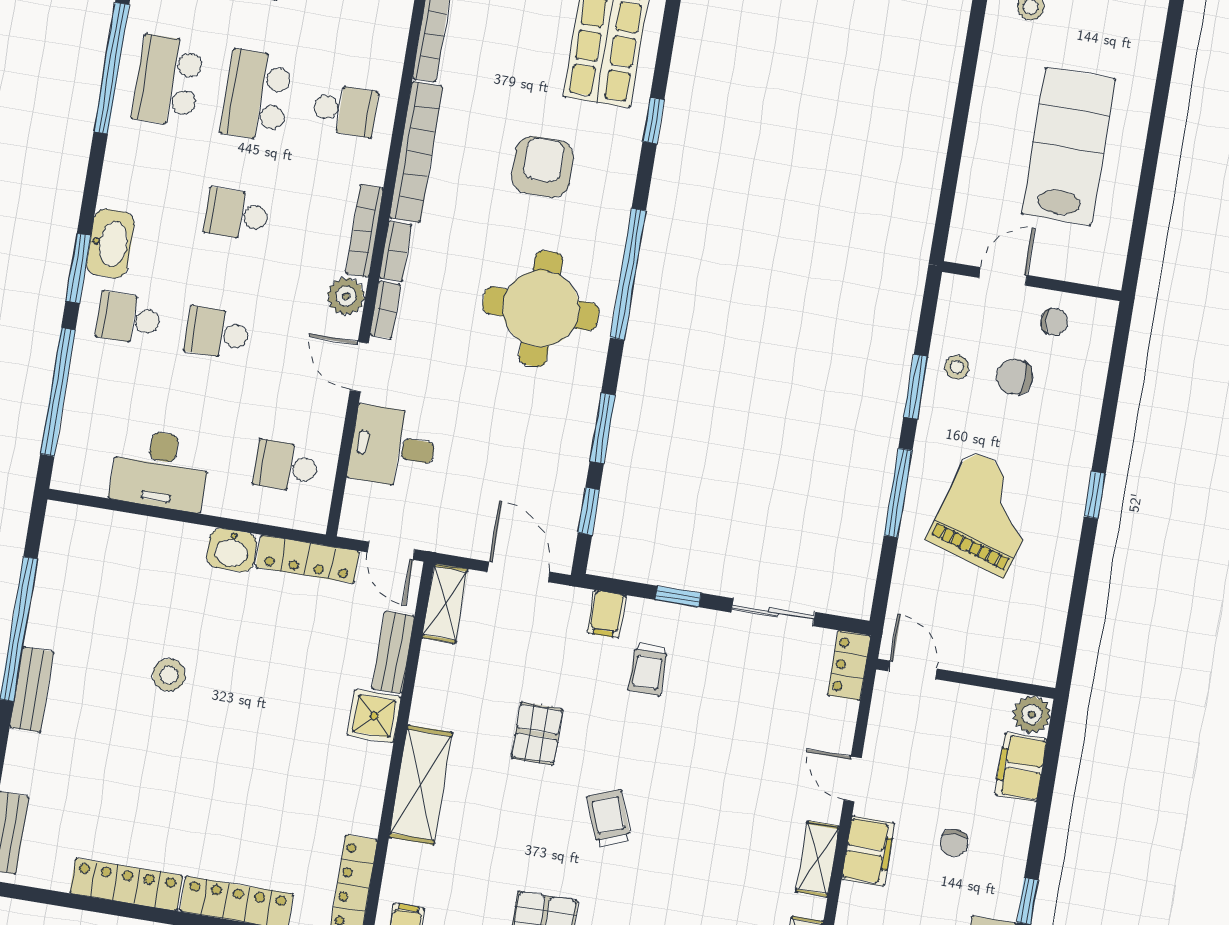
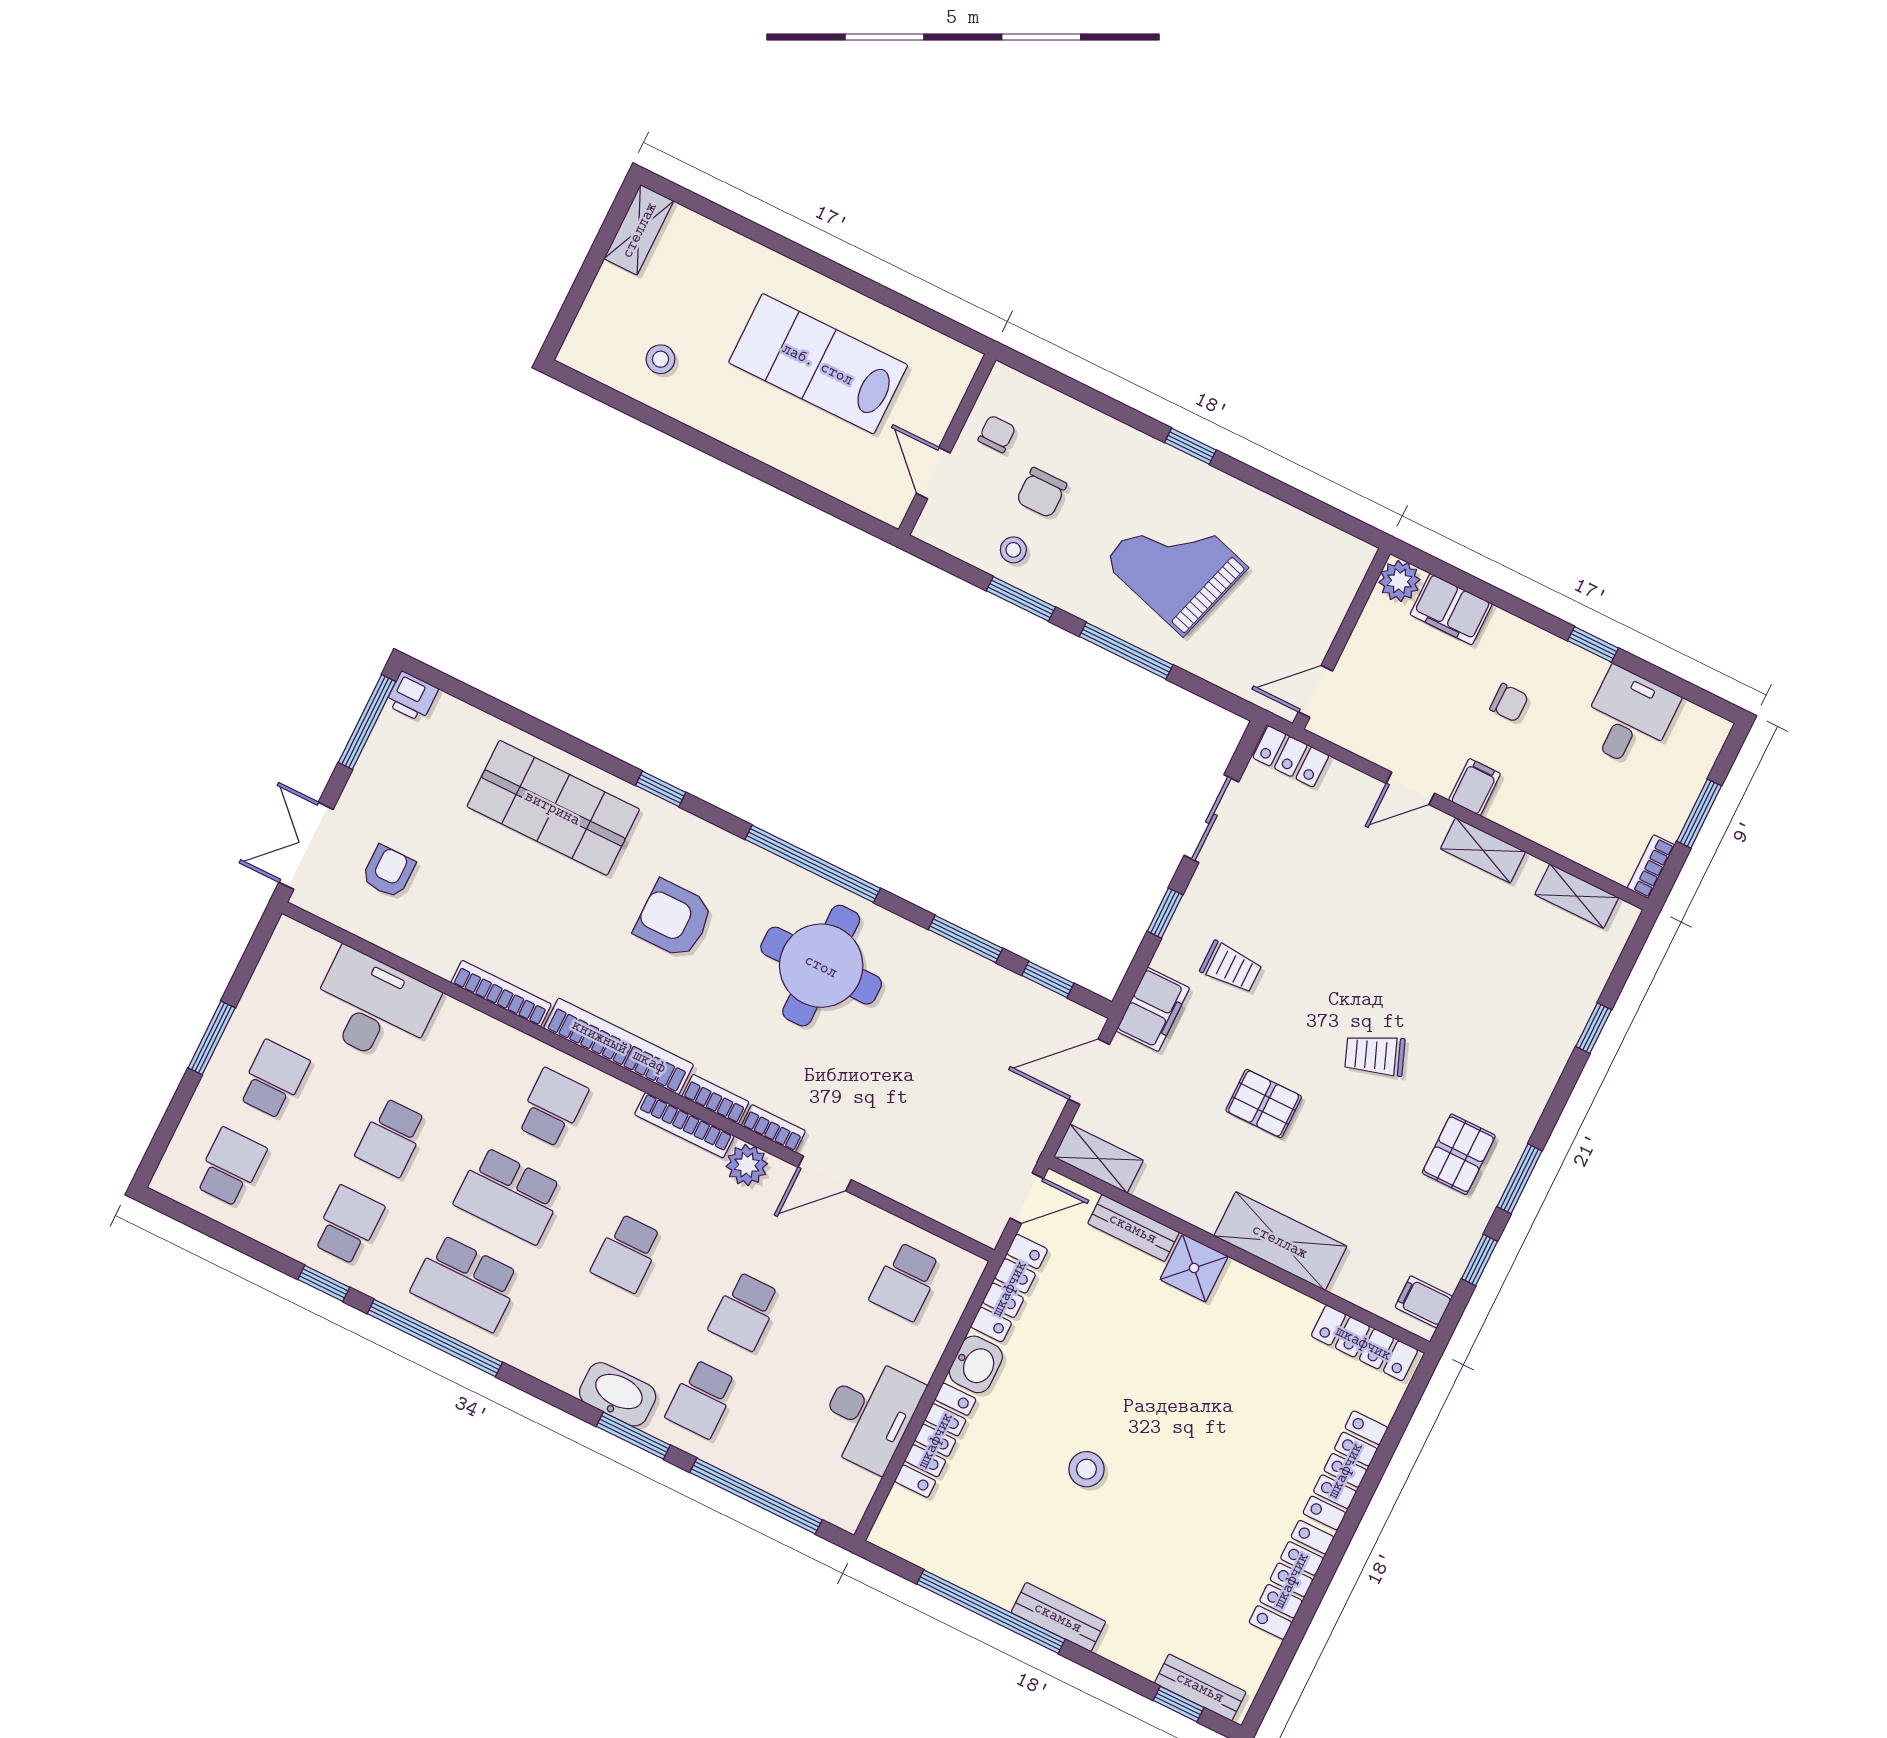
desk: (393, 447) -> (919, 1164), removed
locker: (154, 535) -> (935, 1440), added
filing cabinet: (606, 614) -> (1153, 1009), width x2.00
filing cabinet: (868, 851) -> (1475, 787), width x0.50

